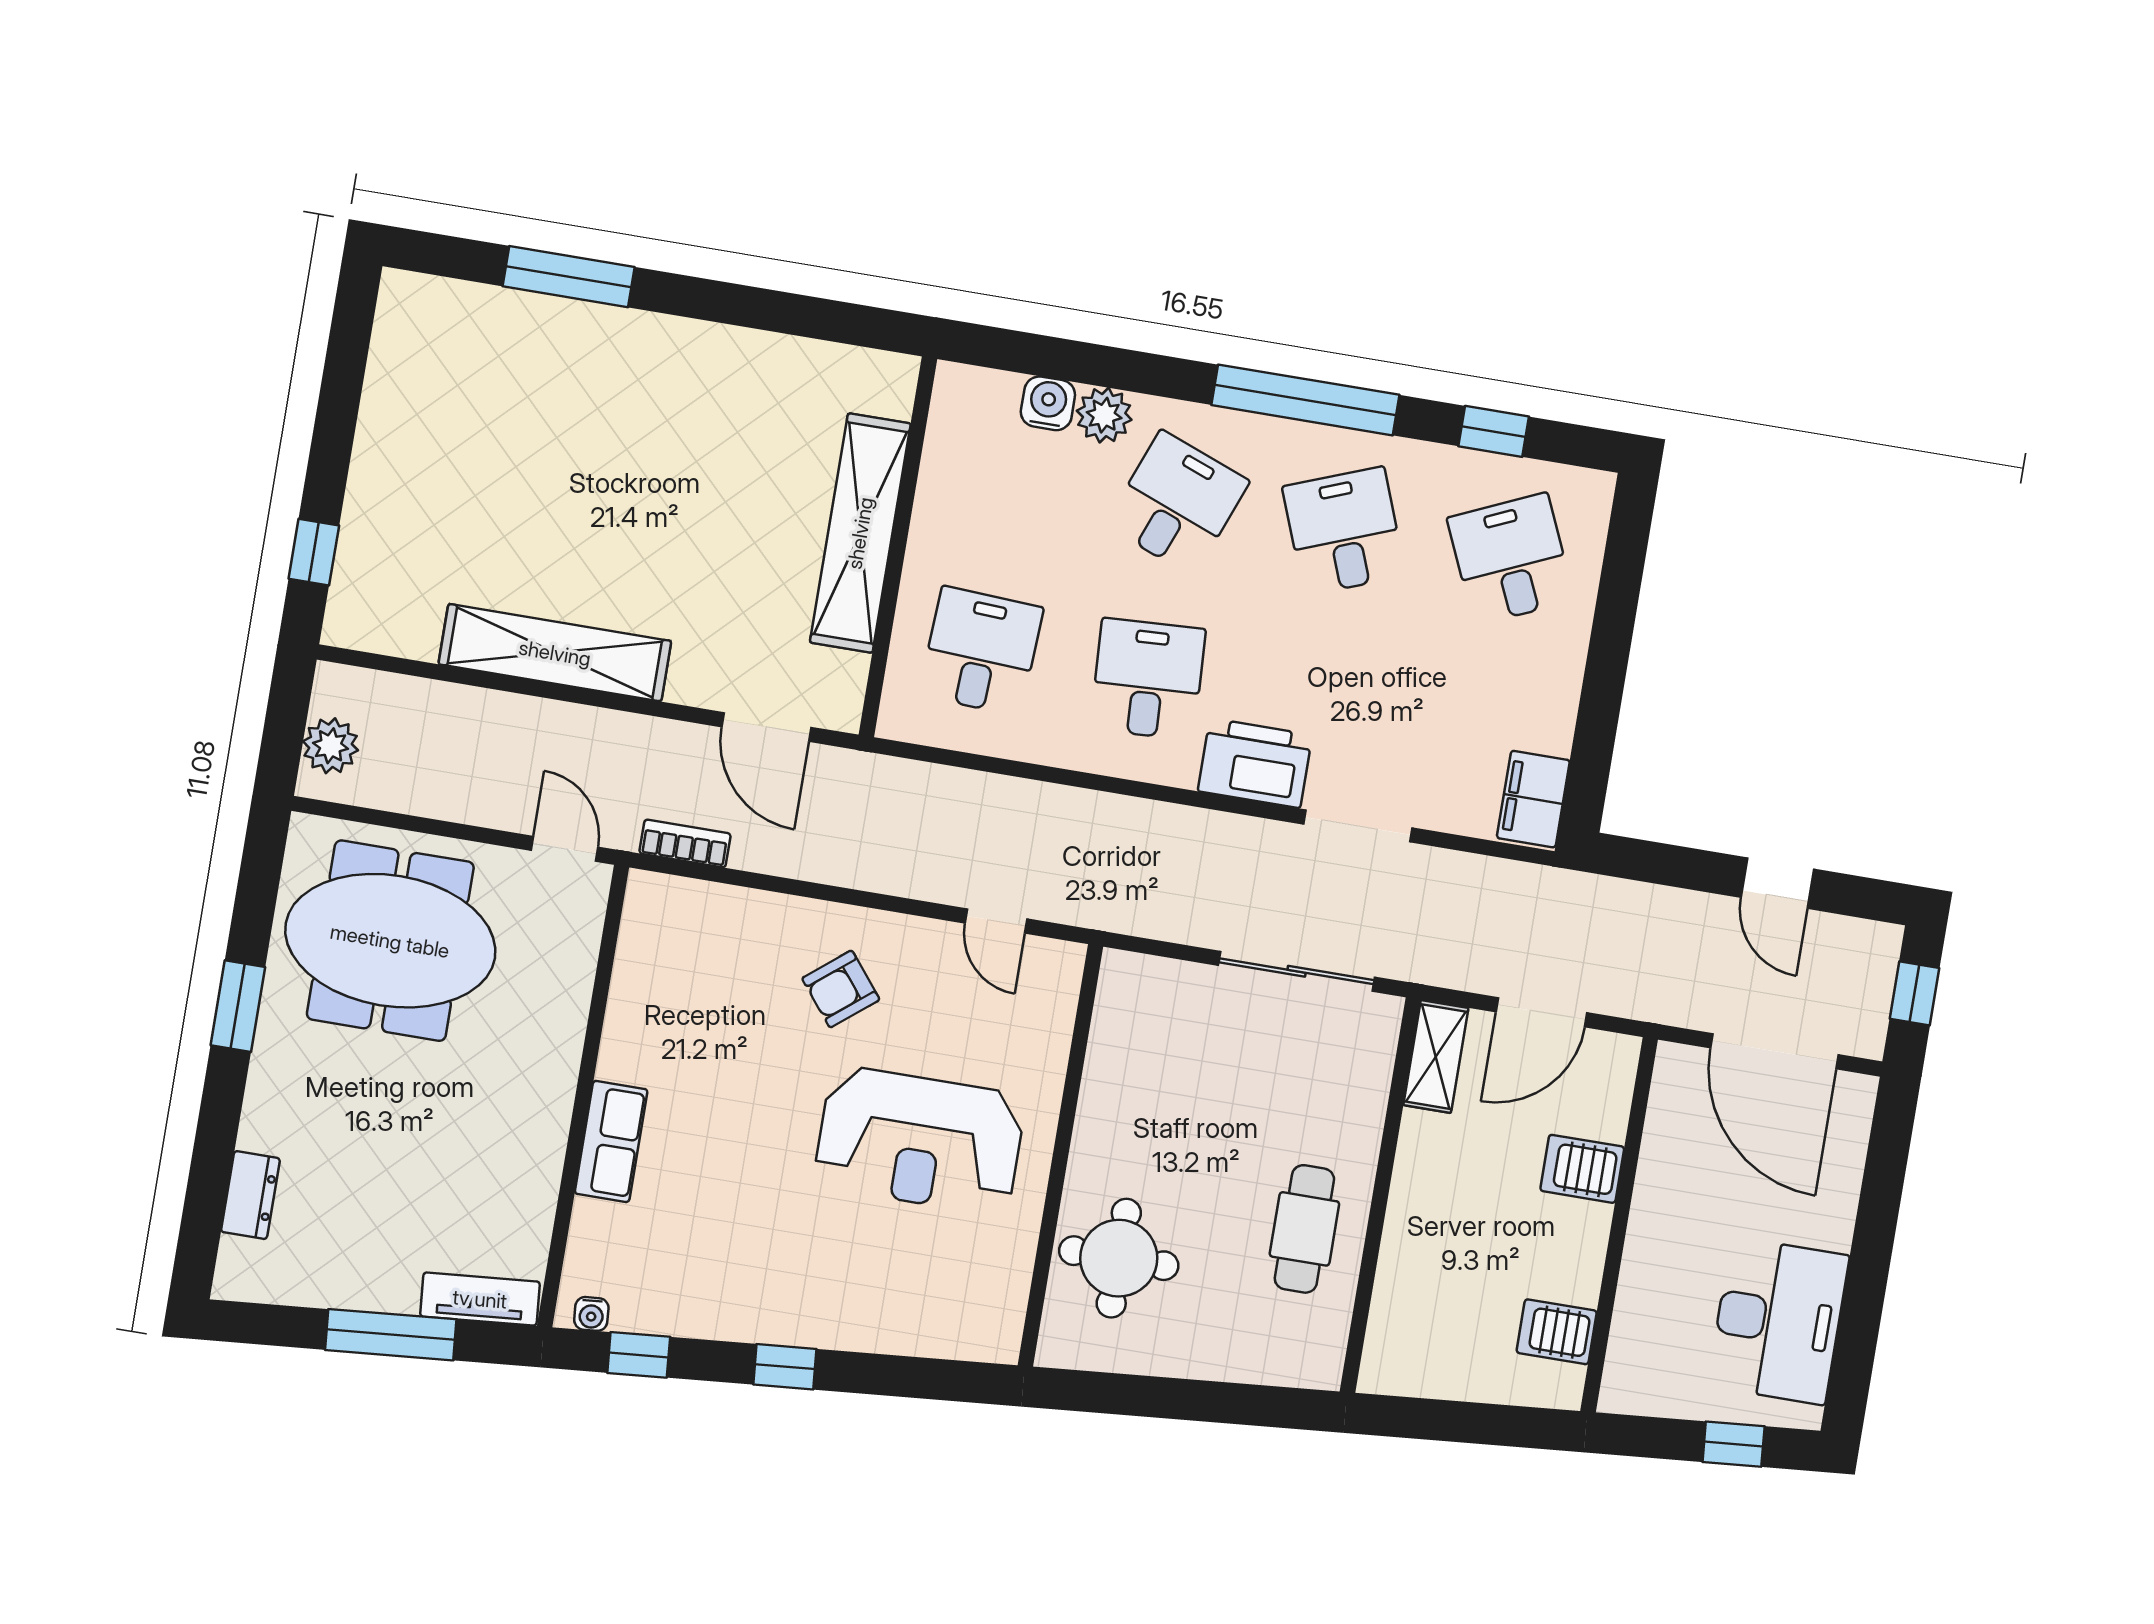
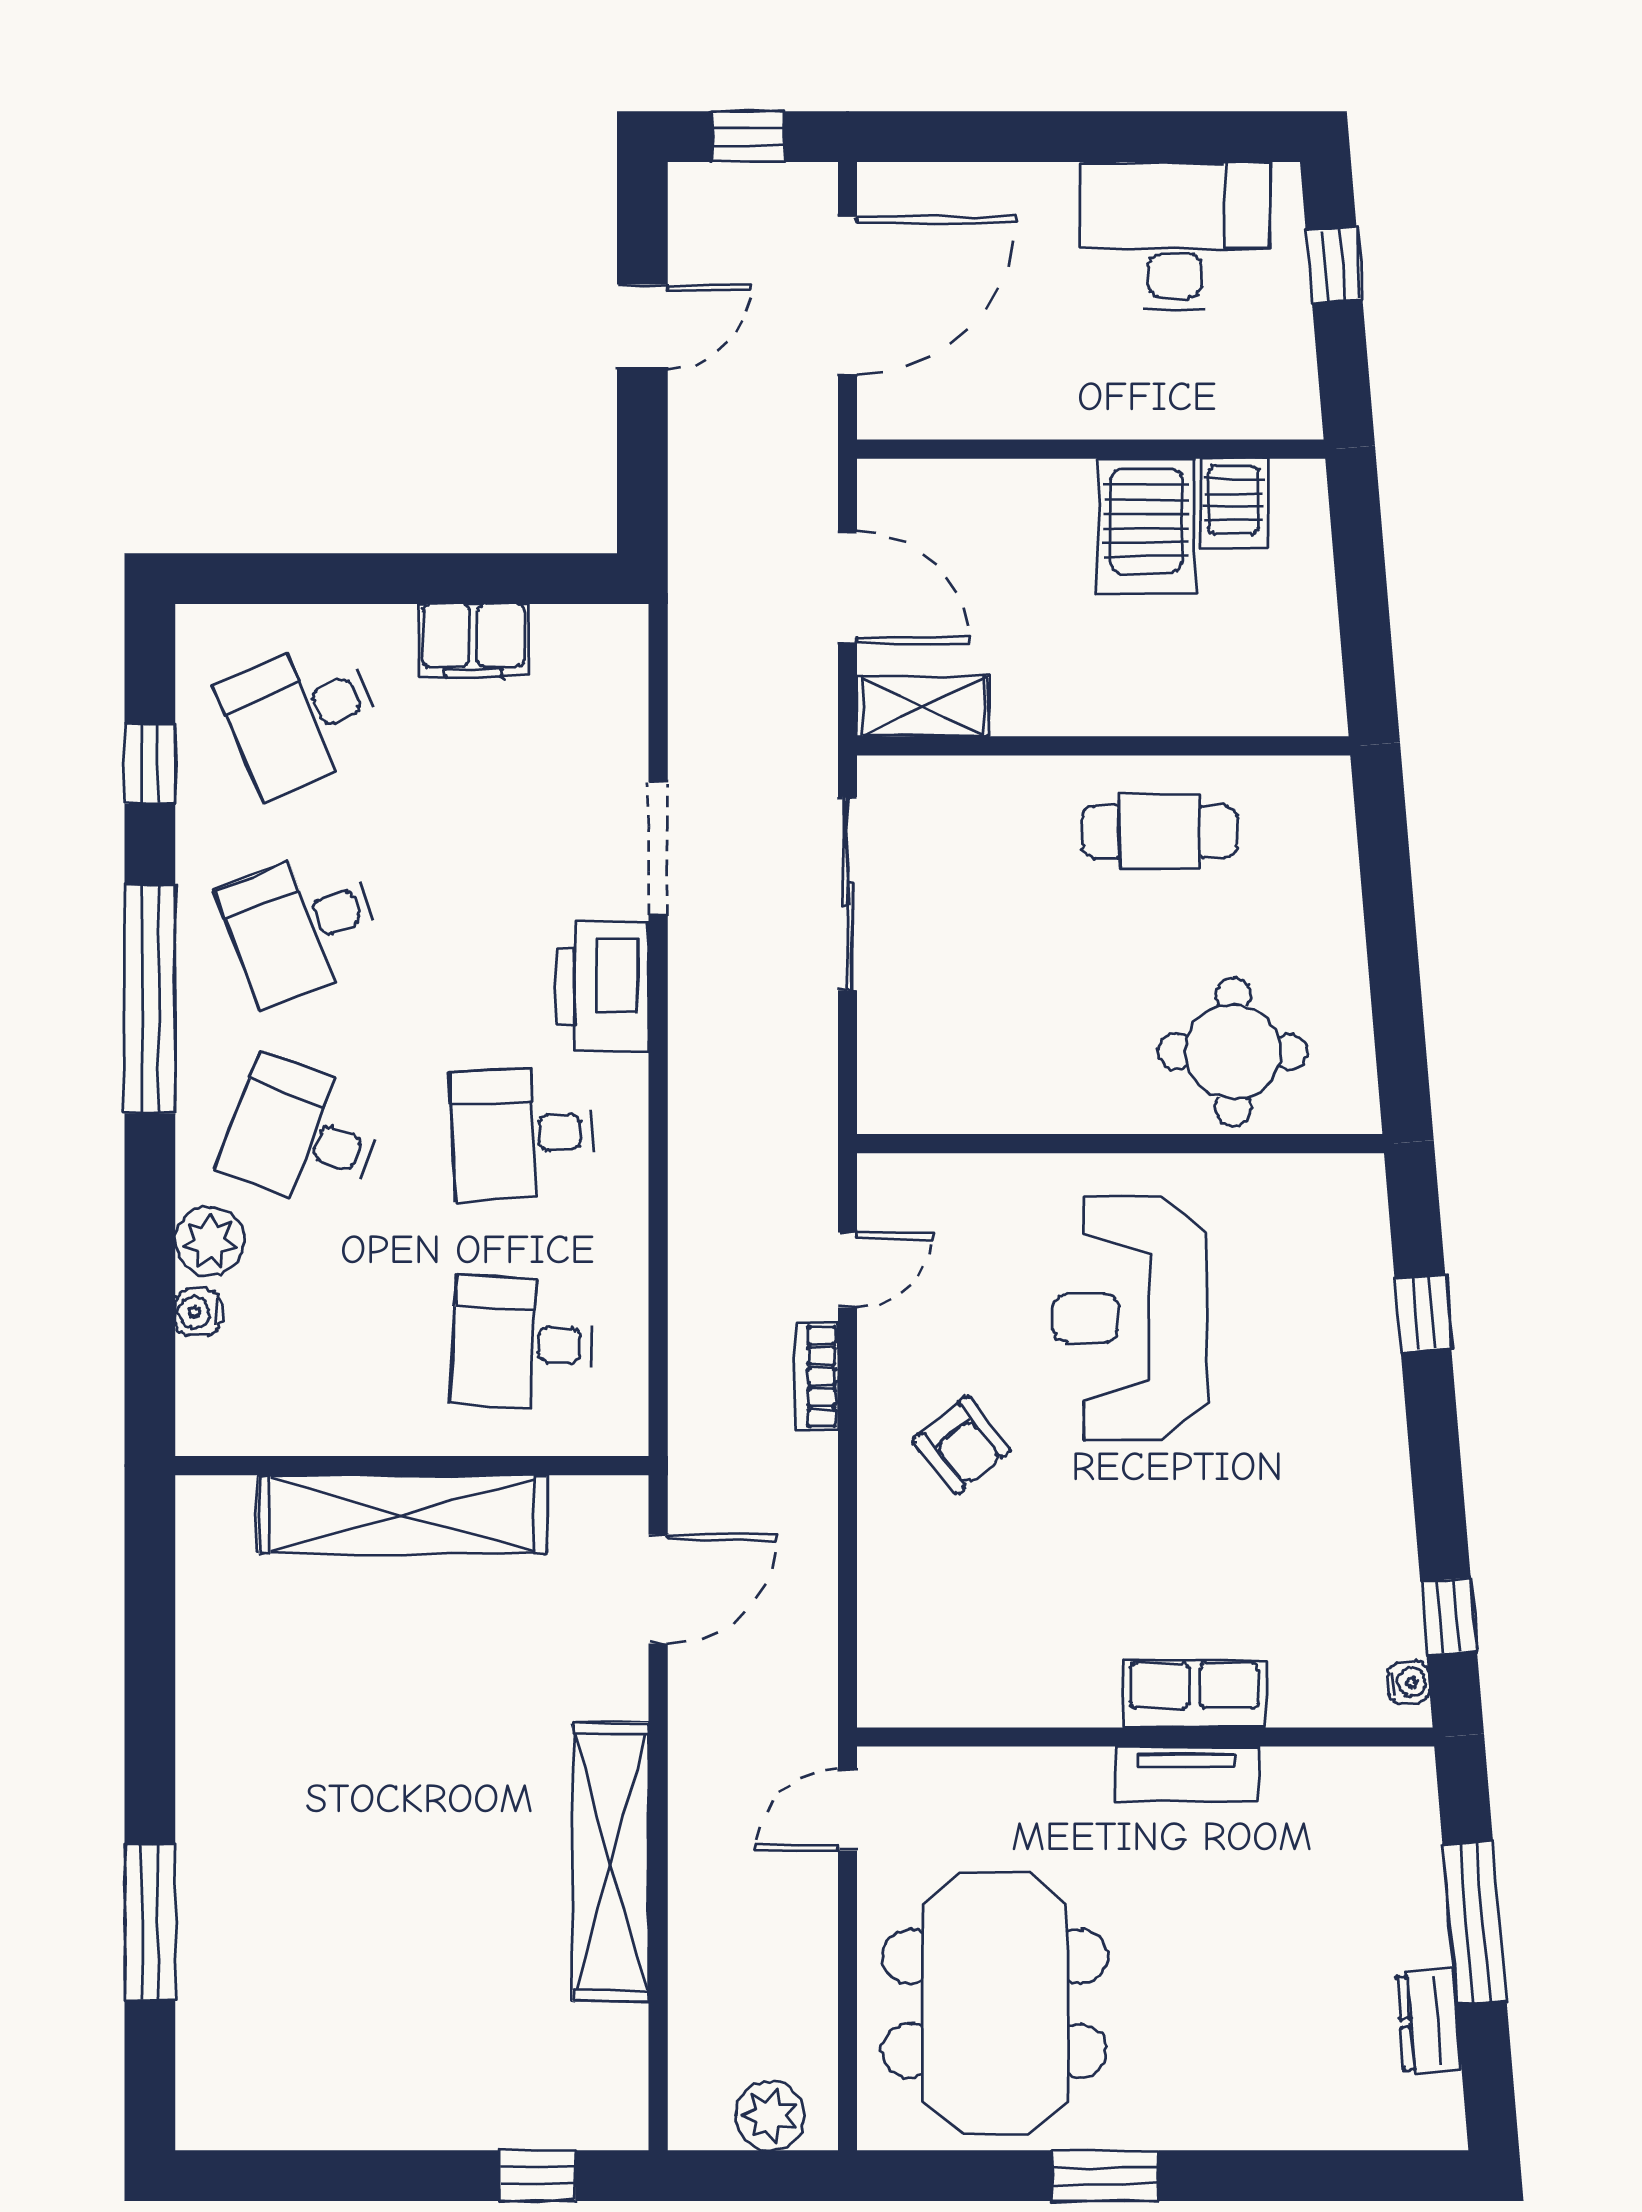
water cooler: (1048, 403) -> (198, 1312), width x0.72, depth x0.72
filing cabinet: (1533, 799) -> (474, 641), moved
bookcase: (685, 843) -> (817, 1377), moved
reception desk: (920, 1140) -> (1130, 1318), turned 180
server rack: (1582, 1169) -> (1146, 526), moved, width x1.36, depth x1.44
dresser: (250, 1195) -> (1429, 2021), moved, turned -95
tv unit: (480, 1299) -> (1187, 1774), moved, turned -85
window: (785, 1367) -> (1423, 1313), moved

